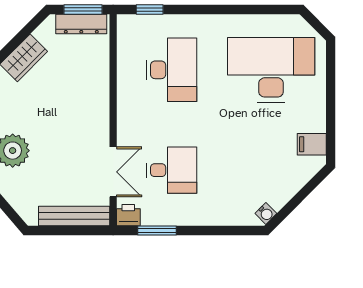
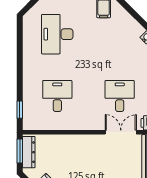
desk: (172, 70) -> (57, 96), width x0.73
desk: (271, 70) -> (57, 34), width x0.73, depth x0.77

